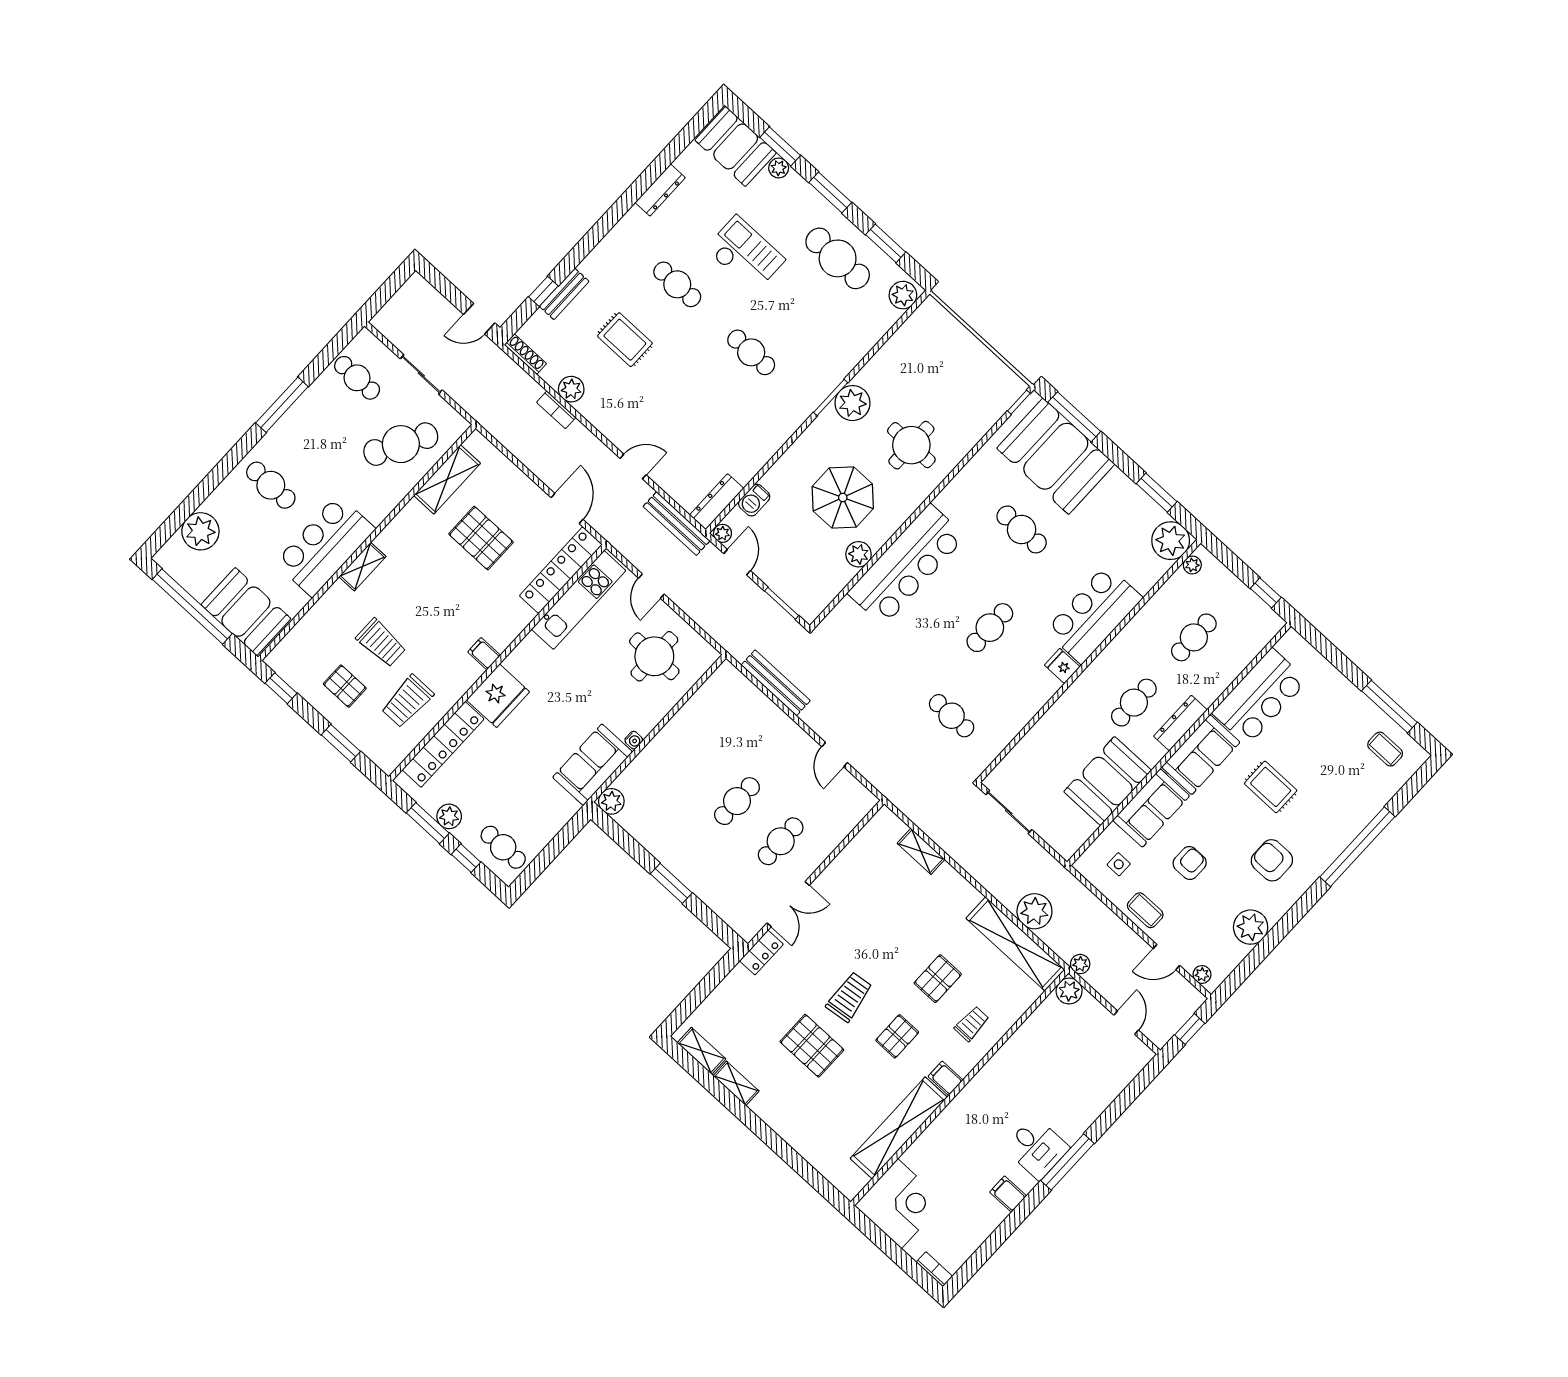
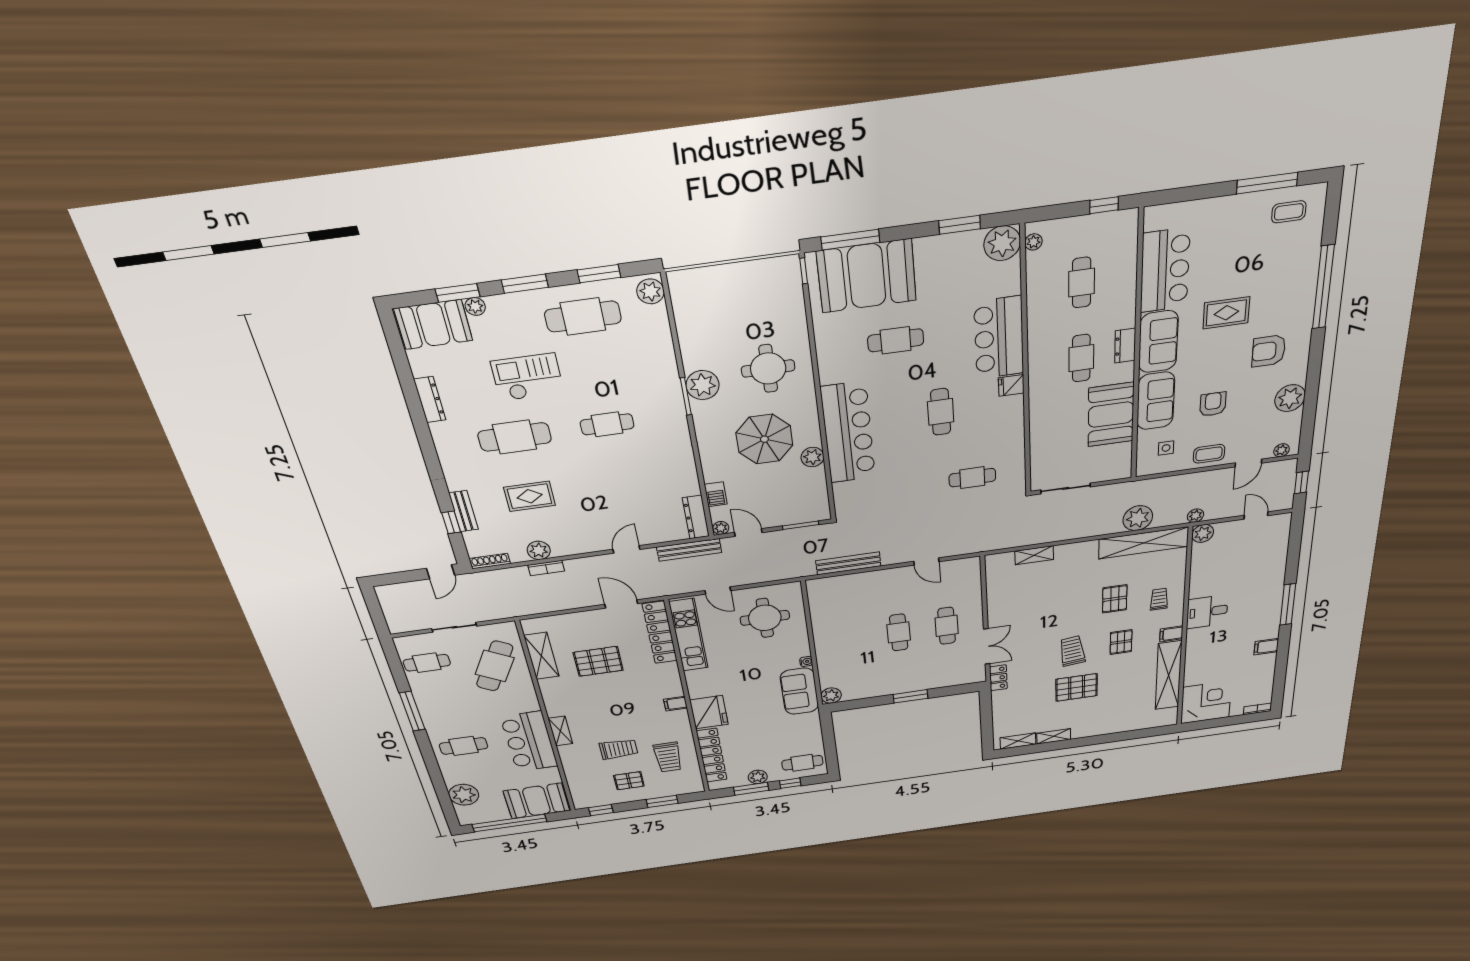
cafe table: (677, 284) -> (515, 437), width x1.37, depth x1.35
dresser: (1180, 723) -> (1125, 346), width x0.70
desk: (1037, 1148) -> (1207, 612), moved, turned 180

